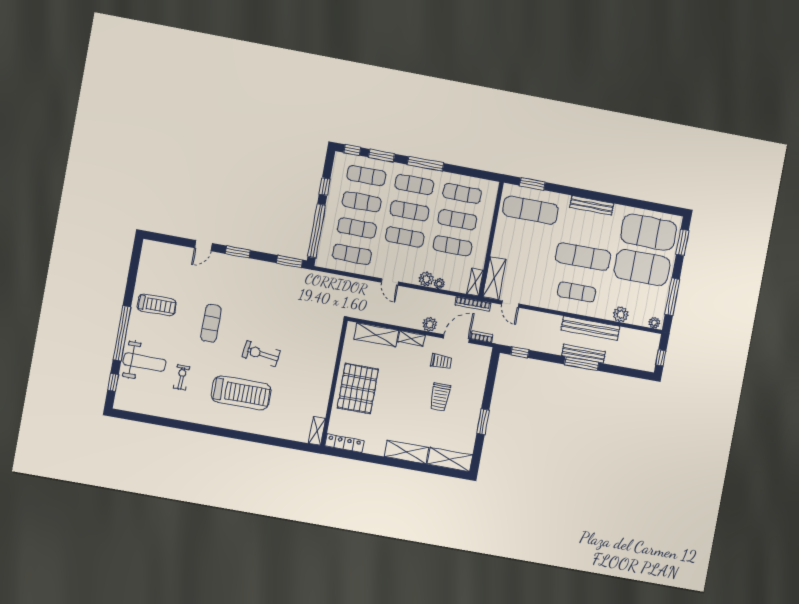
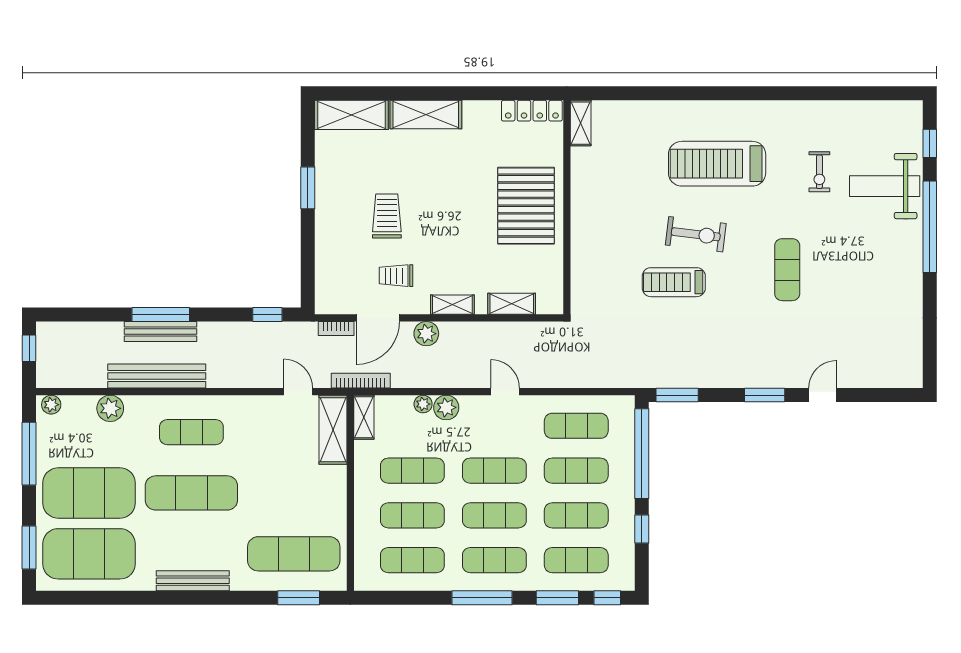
treadmill: (157, 305) -> (674, 282), moved
shelving: (376, 335) -> (512, 304), width x0.67, depth x0.75

